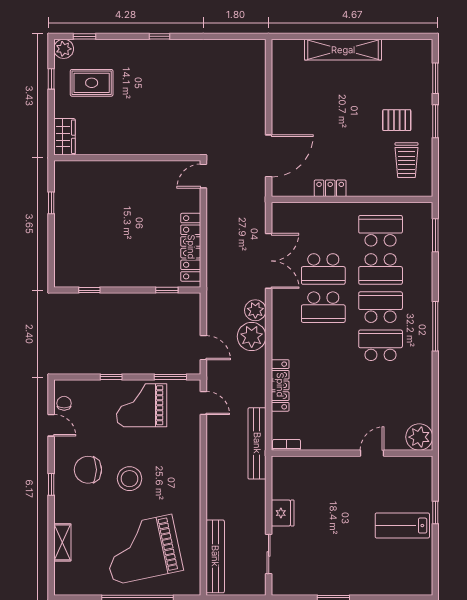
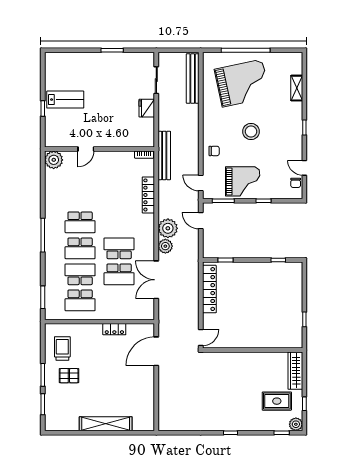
wardrobe: (65, 137) -> (295, 371), width x1.50
school desk: (323, 269) -> (119, 274), turned 180
chair: (88, 470) -> (214, 151), moved, width x0.54, depth x0.54

